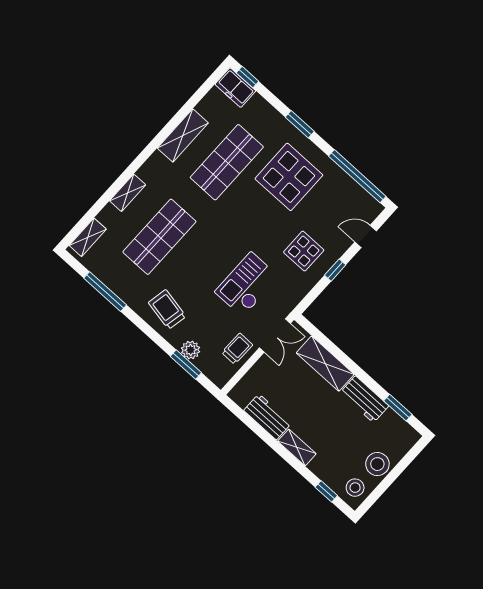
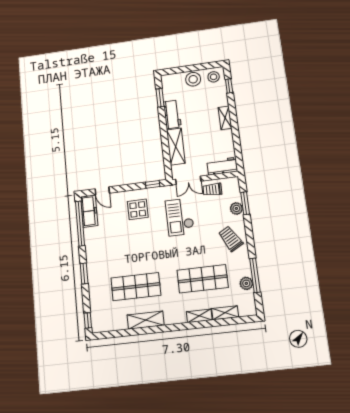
freezer: (235, 88) -> (89, 211), moved, width x1.40
display table: (289, 177) -> (112, 252), removed
shelving: (88, 237) -> (225, 313), moved
window: (335, 270) -> (153, 184), moved
plant: (107, 274) -> (246, 283), added
checkout: (247, 284) -> (180, 217), turned 90
trolley: (167, 309) -> (231, 239), turned 139
double door: (275, 336) -> (188, 180), swing flipped
workbench: (268, 417) -> (222, 166), moved, turned 90

